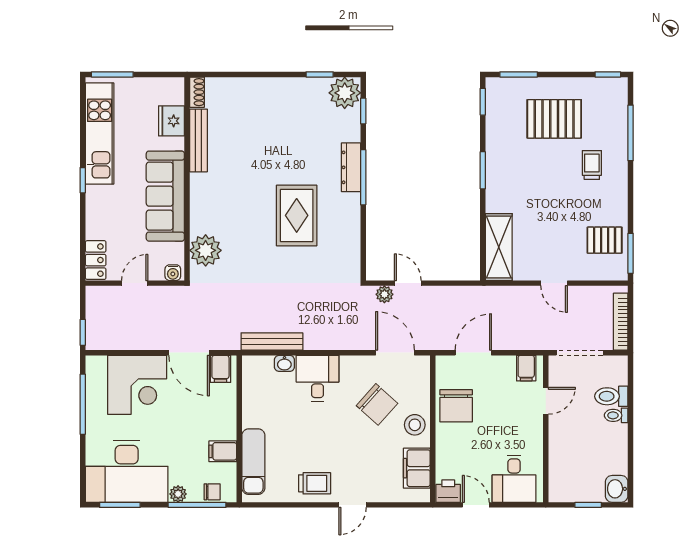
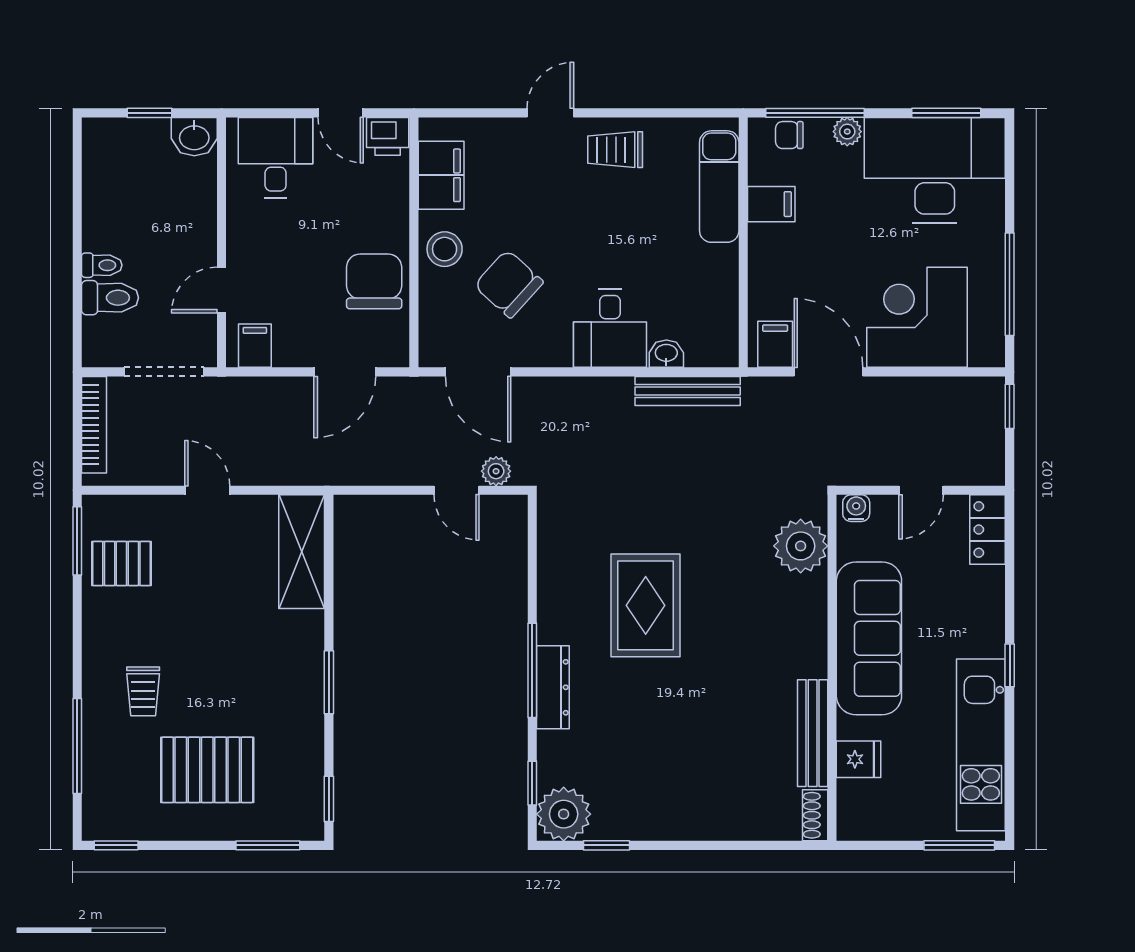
fridge: (172, 121) -> (858, 759), width x0.72
washbasin: (617, 489) -> (194, 137), moved, turned 90

